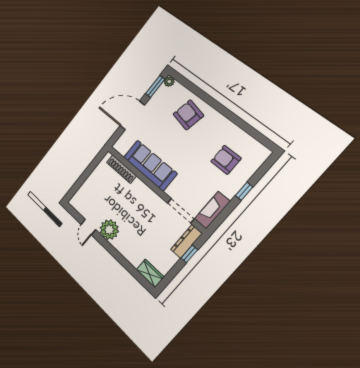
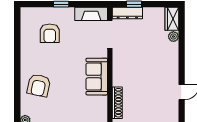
sofa: (150, 165) -> (97, 77), width x0.73
plant: (109, 230) -> (173, 37), moved, width x0.53, depth x0.53

